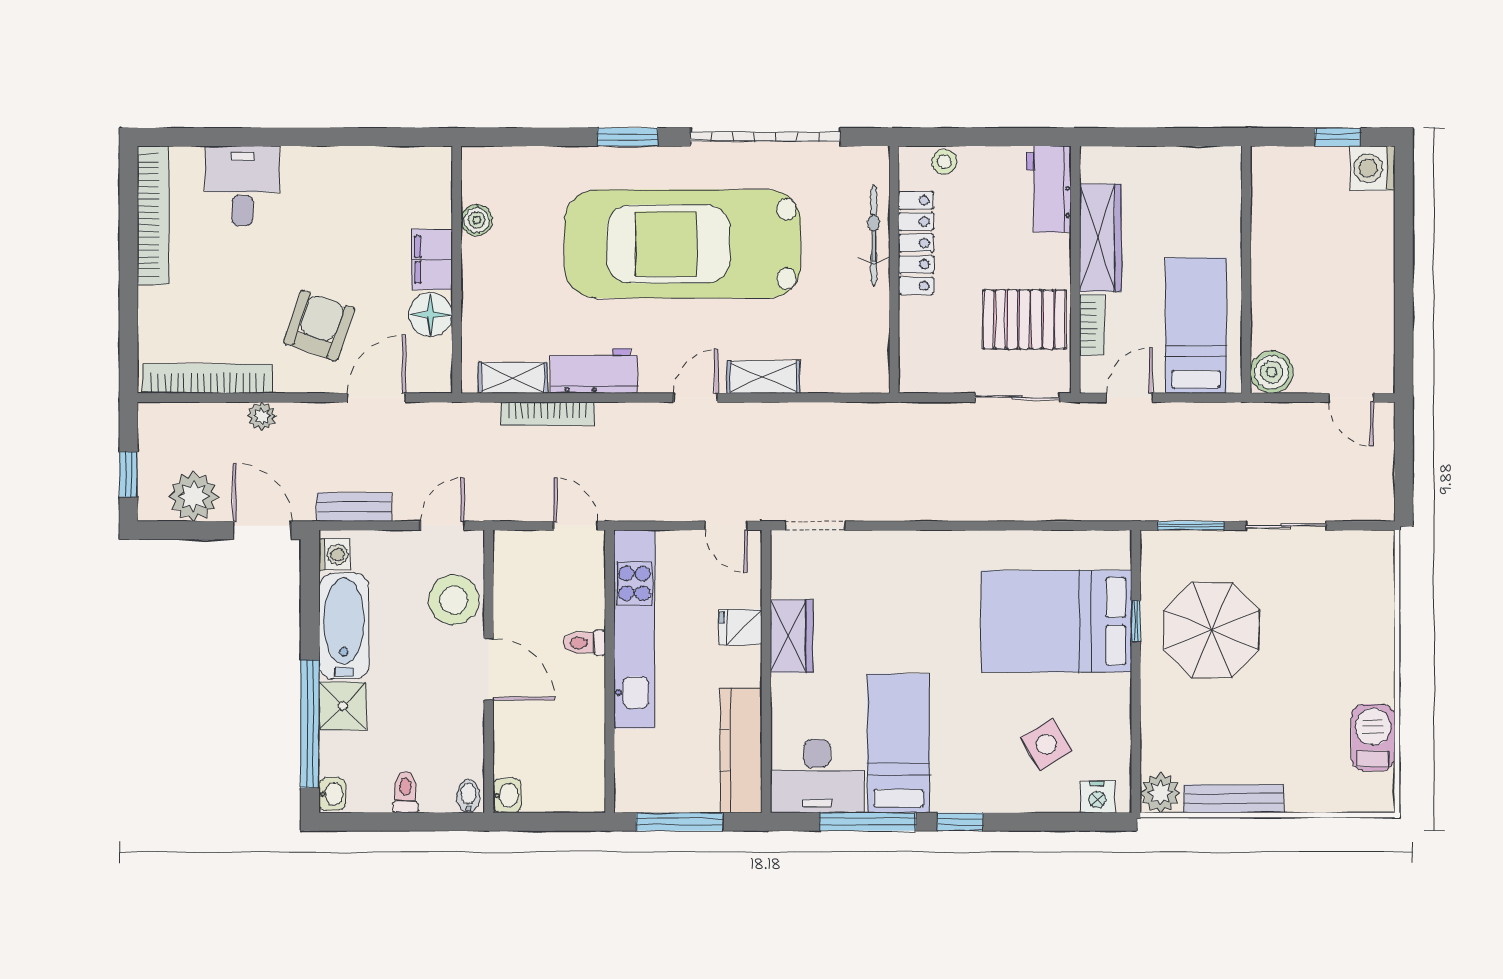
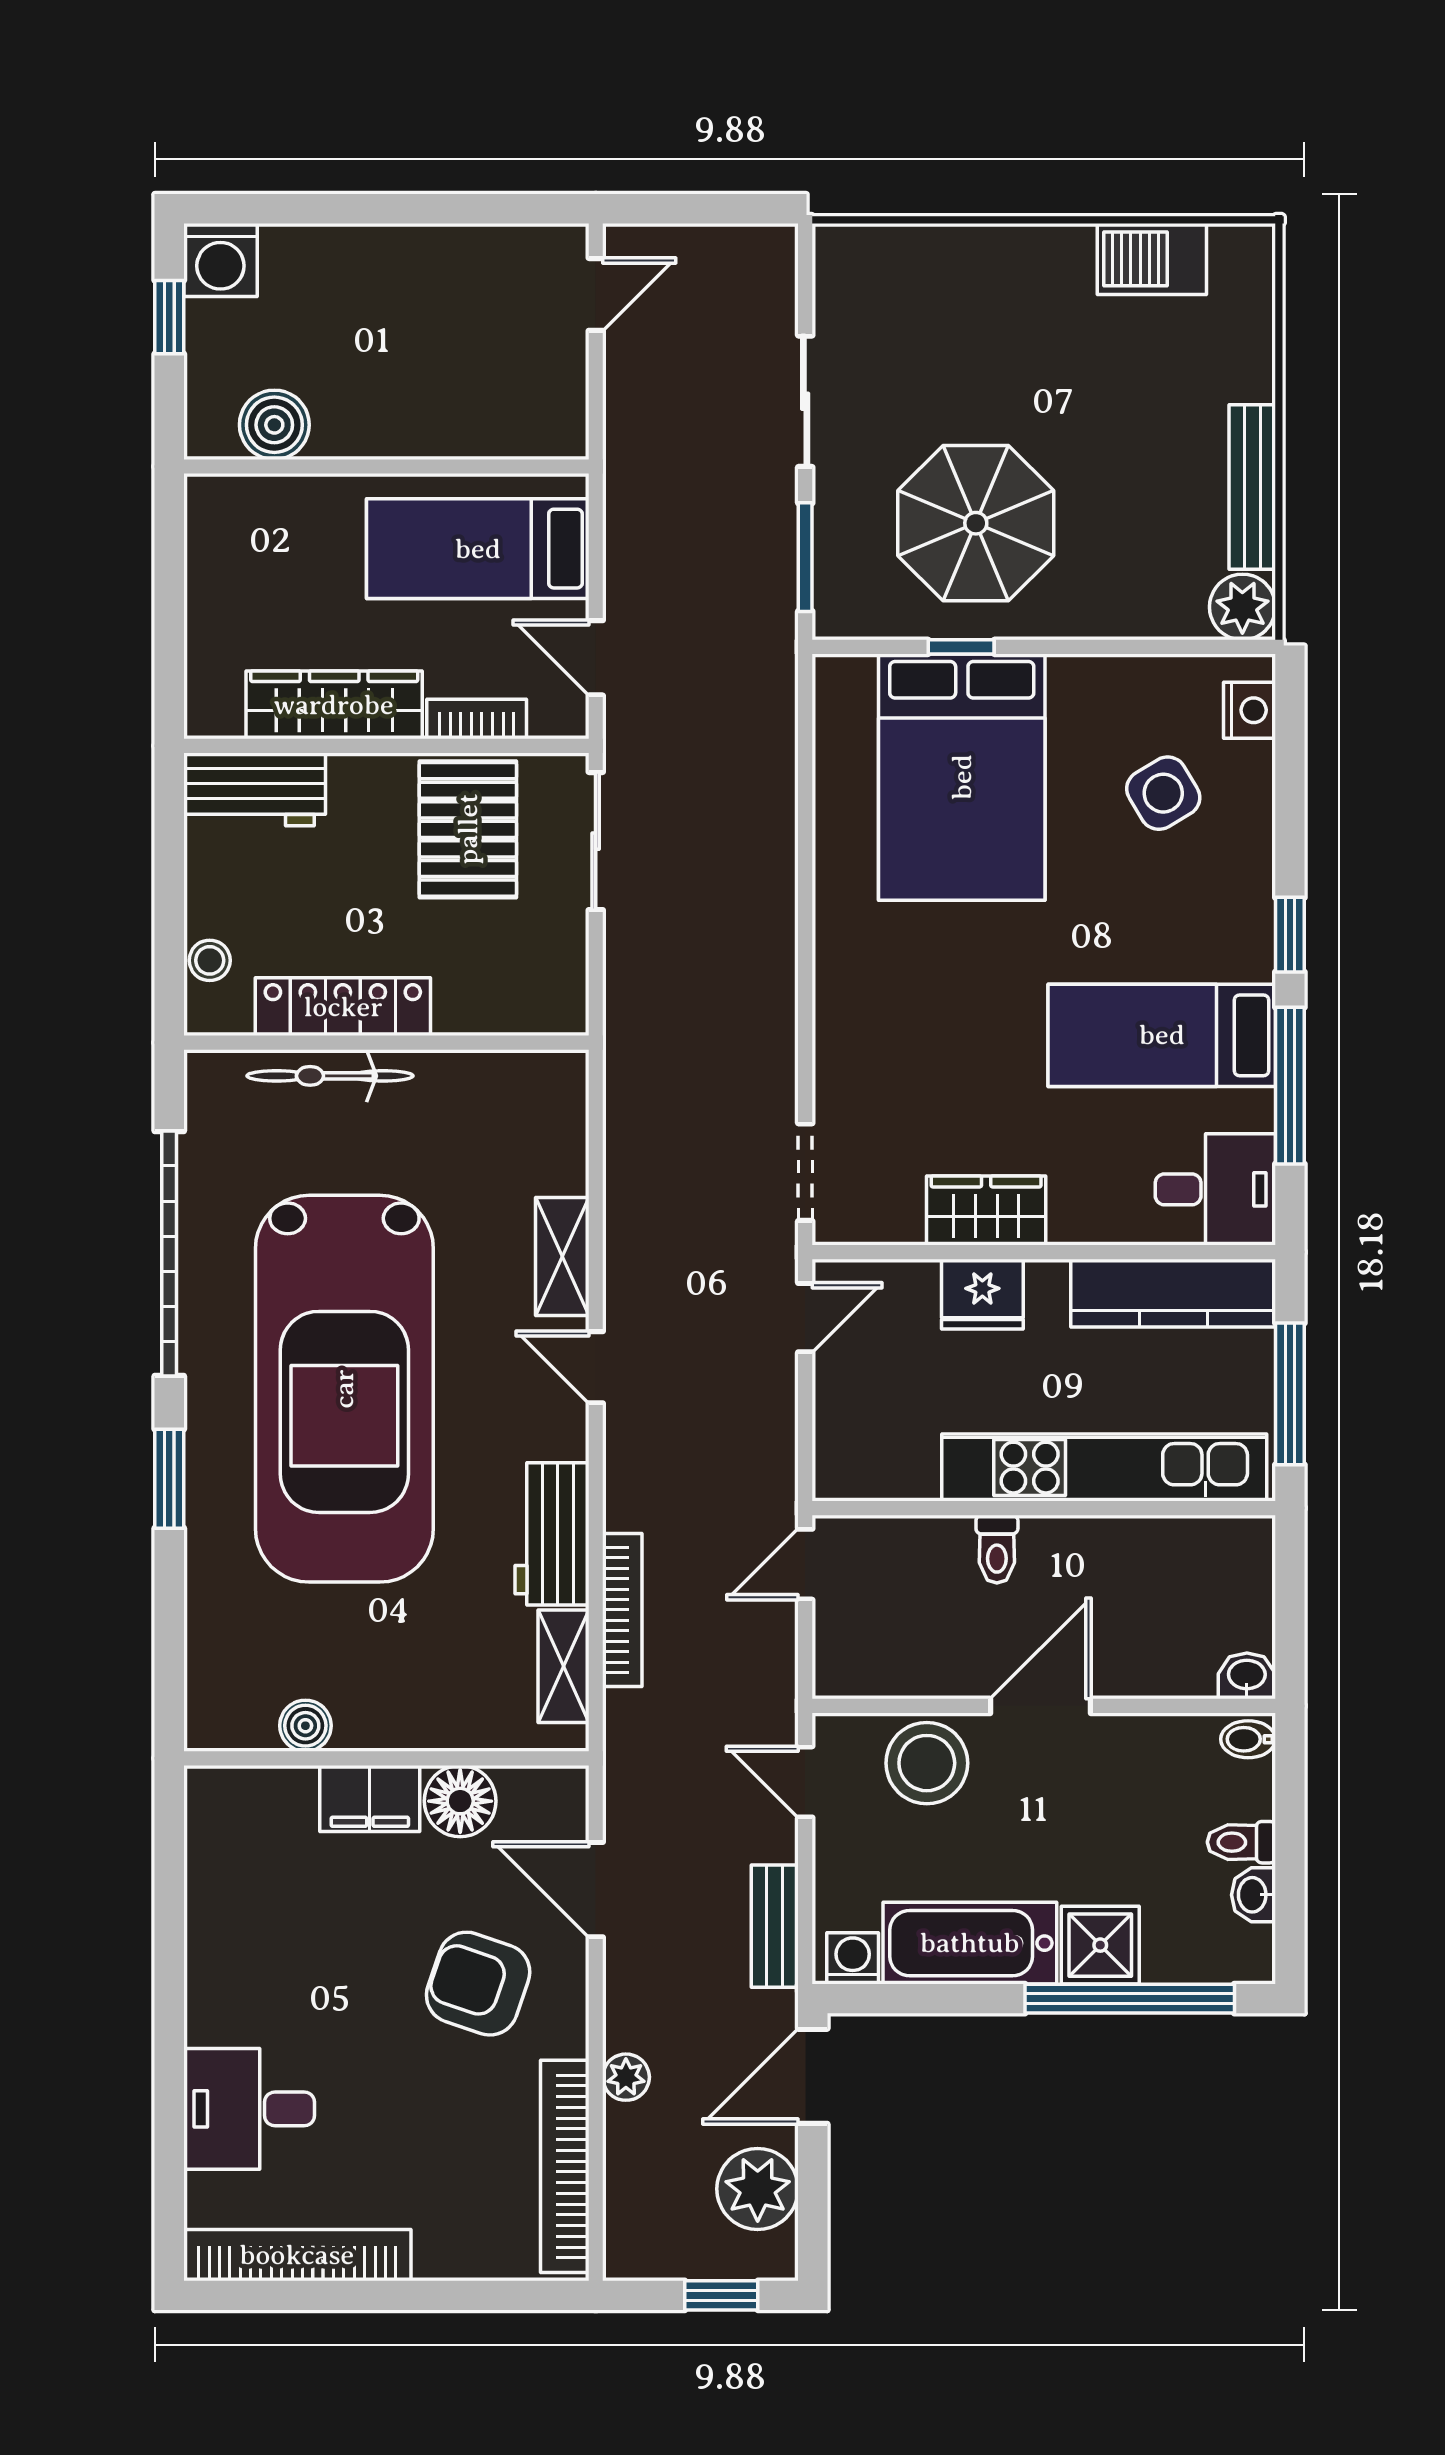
boiler: (1272, 372) -> (274, 425), moved
fridge: (740, 627) -> (982, 1294), width x1.38
kitchen unit: (634, 629) -> (1104, 1468), moved
desk: (817, 776) -> (1215, 1189), width x0.73
washbasin: (332, 794) -> (1253, 1895), moved, turned -90

